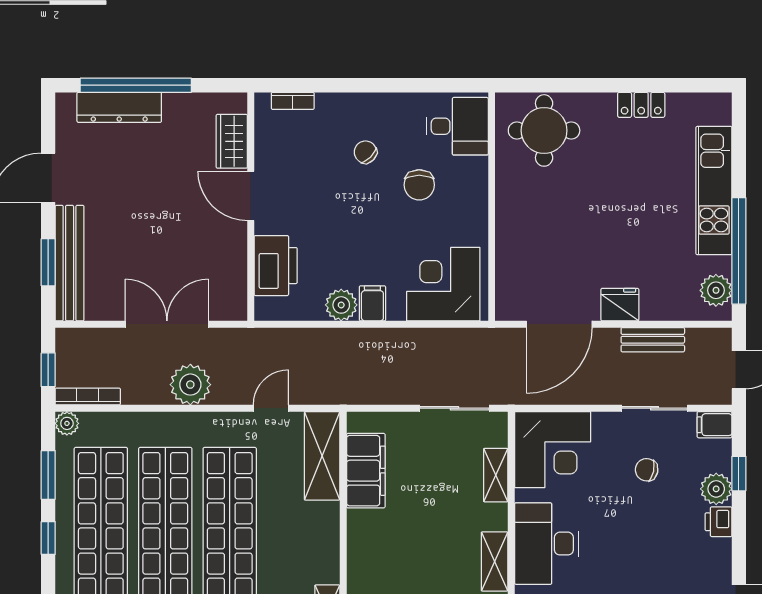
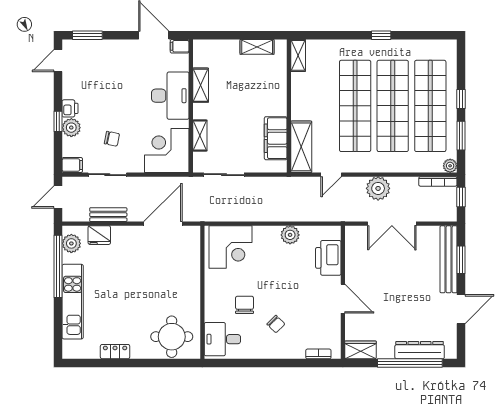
wardrobe: (232, 141) -> (361, 350), moved, turned -90
filing cabinet: (372, 303) -> (272, 236), removed
fridge: (620, 305) -> (99, 235), moved
window: (739, 474) -> (58, 121), moved

